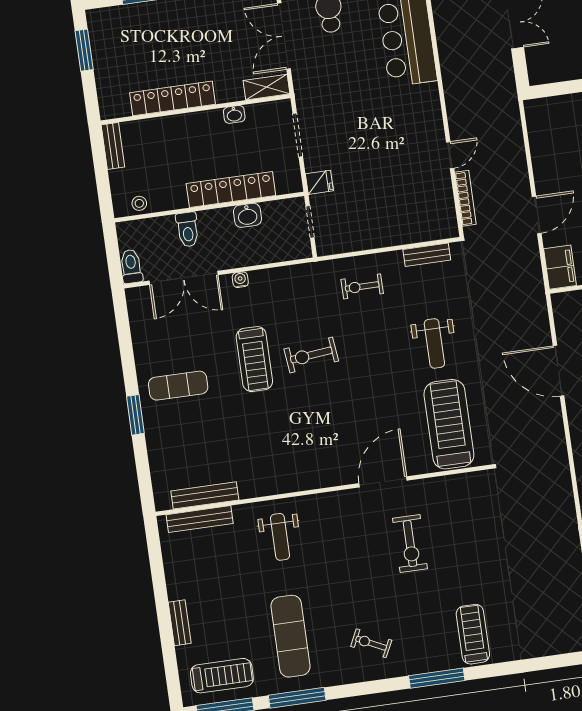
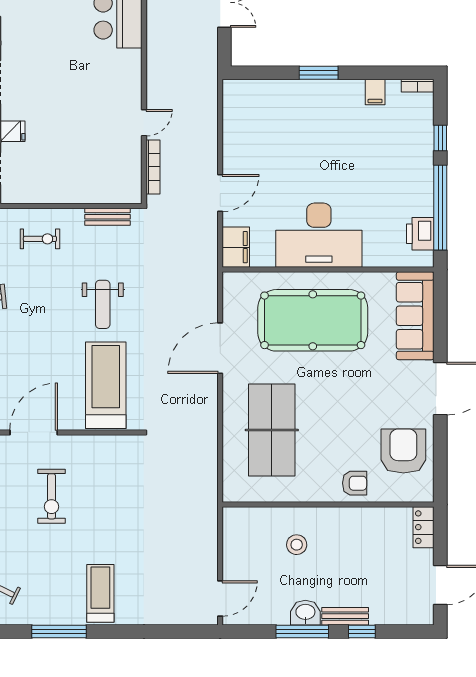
exercise bike: (362, 286) -> (40, 239), turned 180
door: (559, 371) -> (220, 348), hinge flipped

